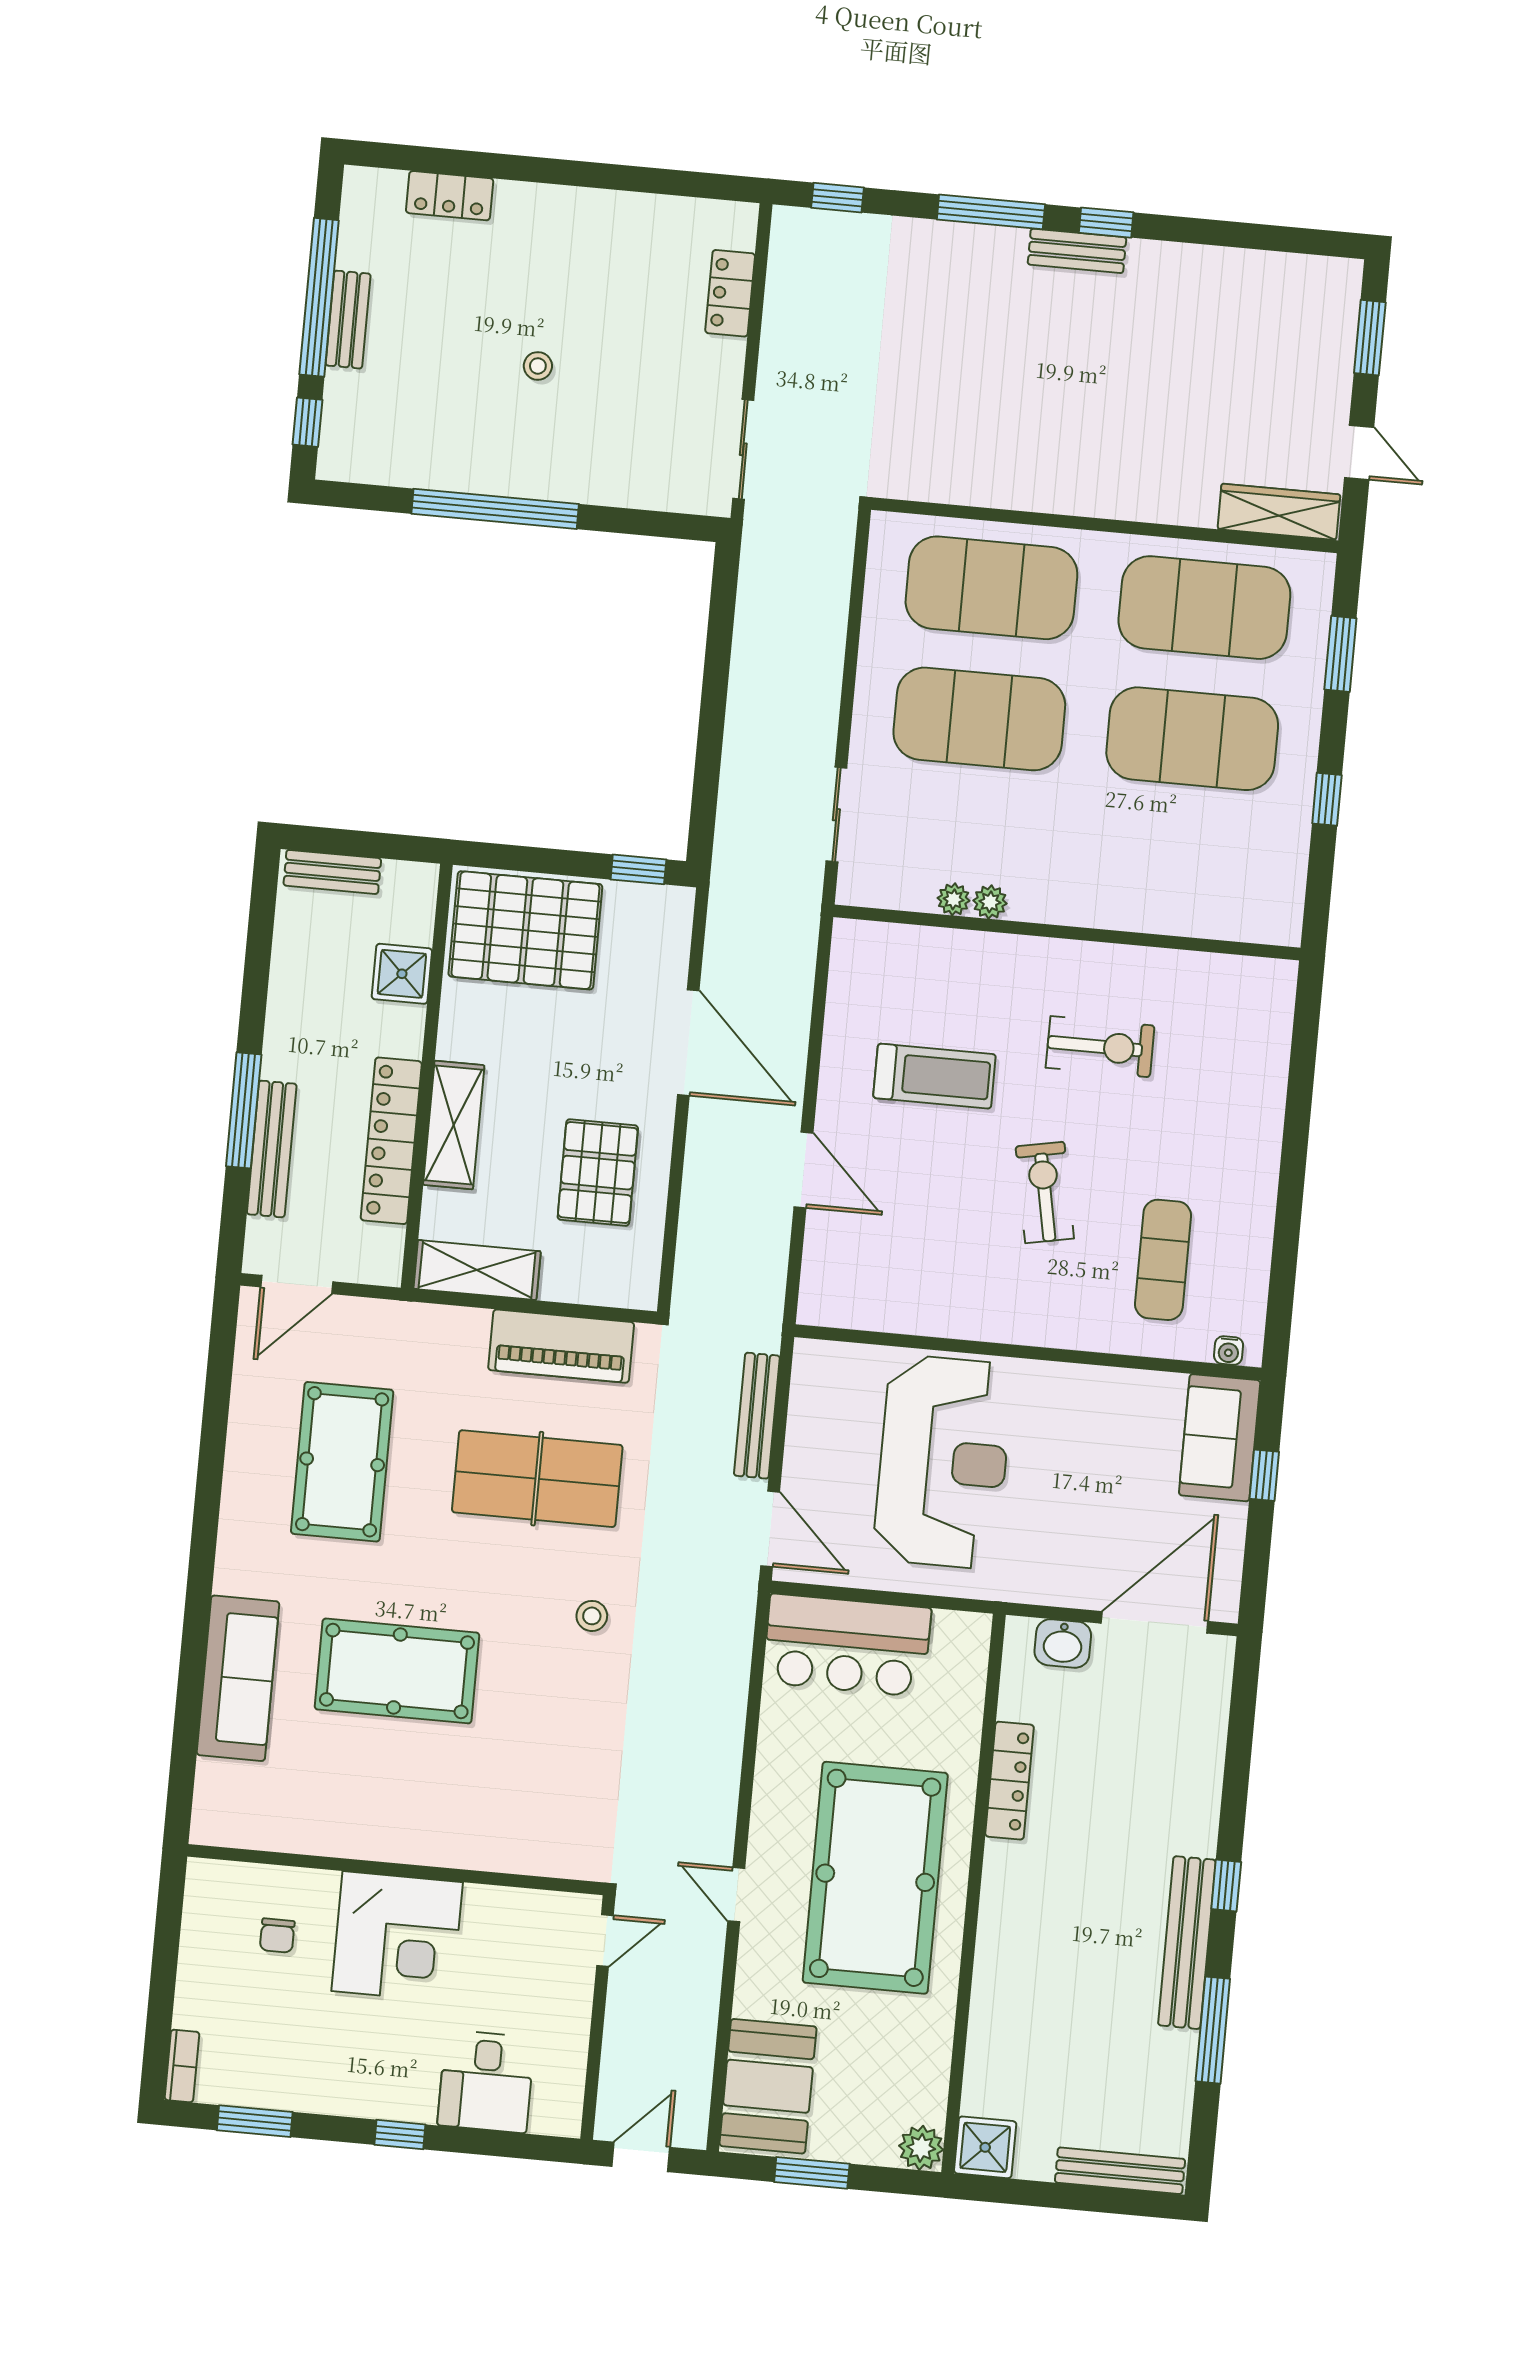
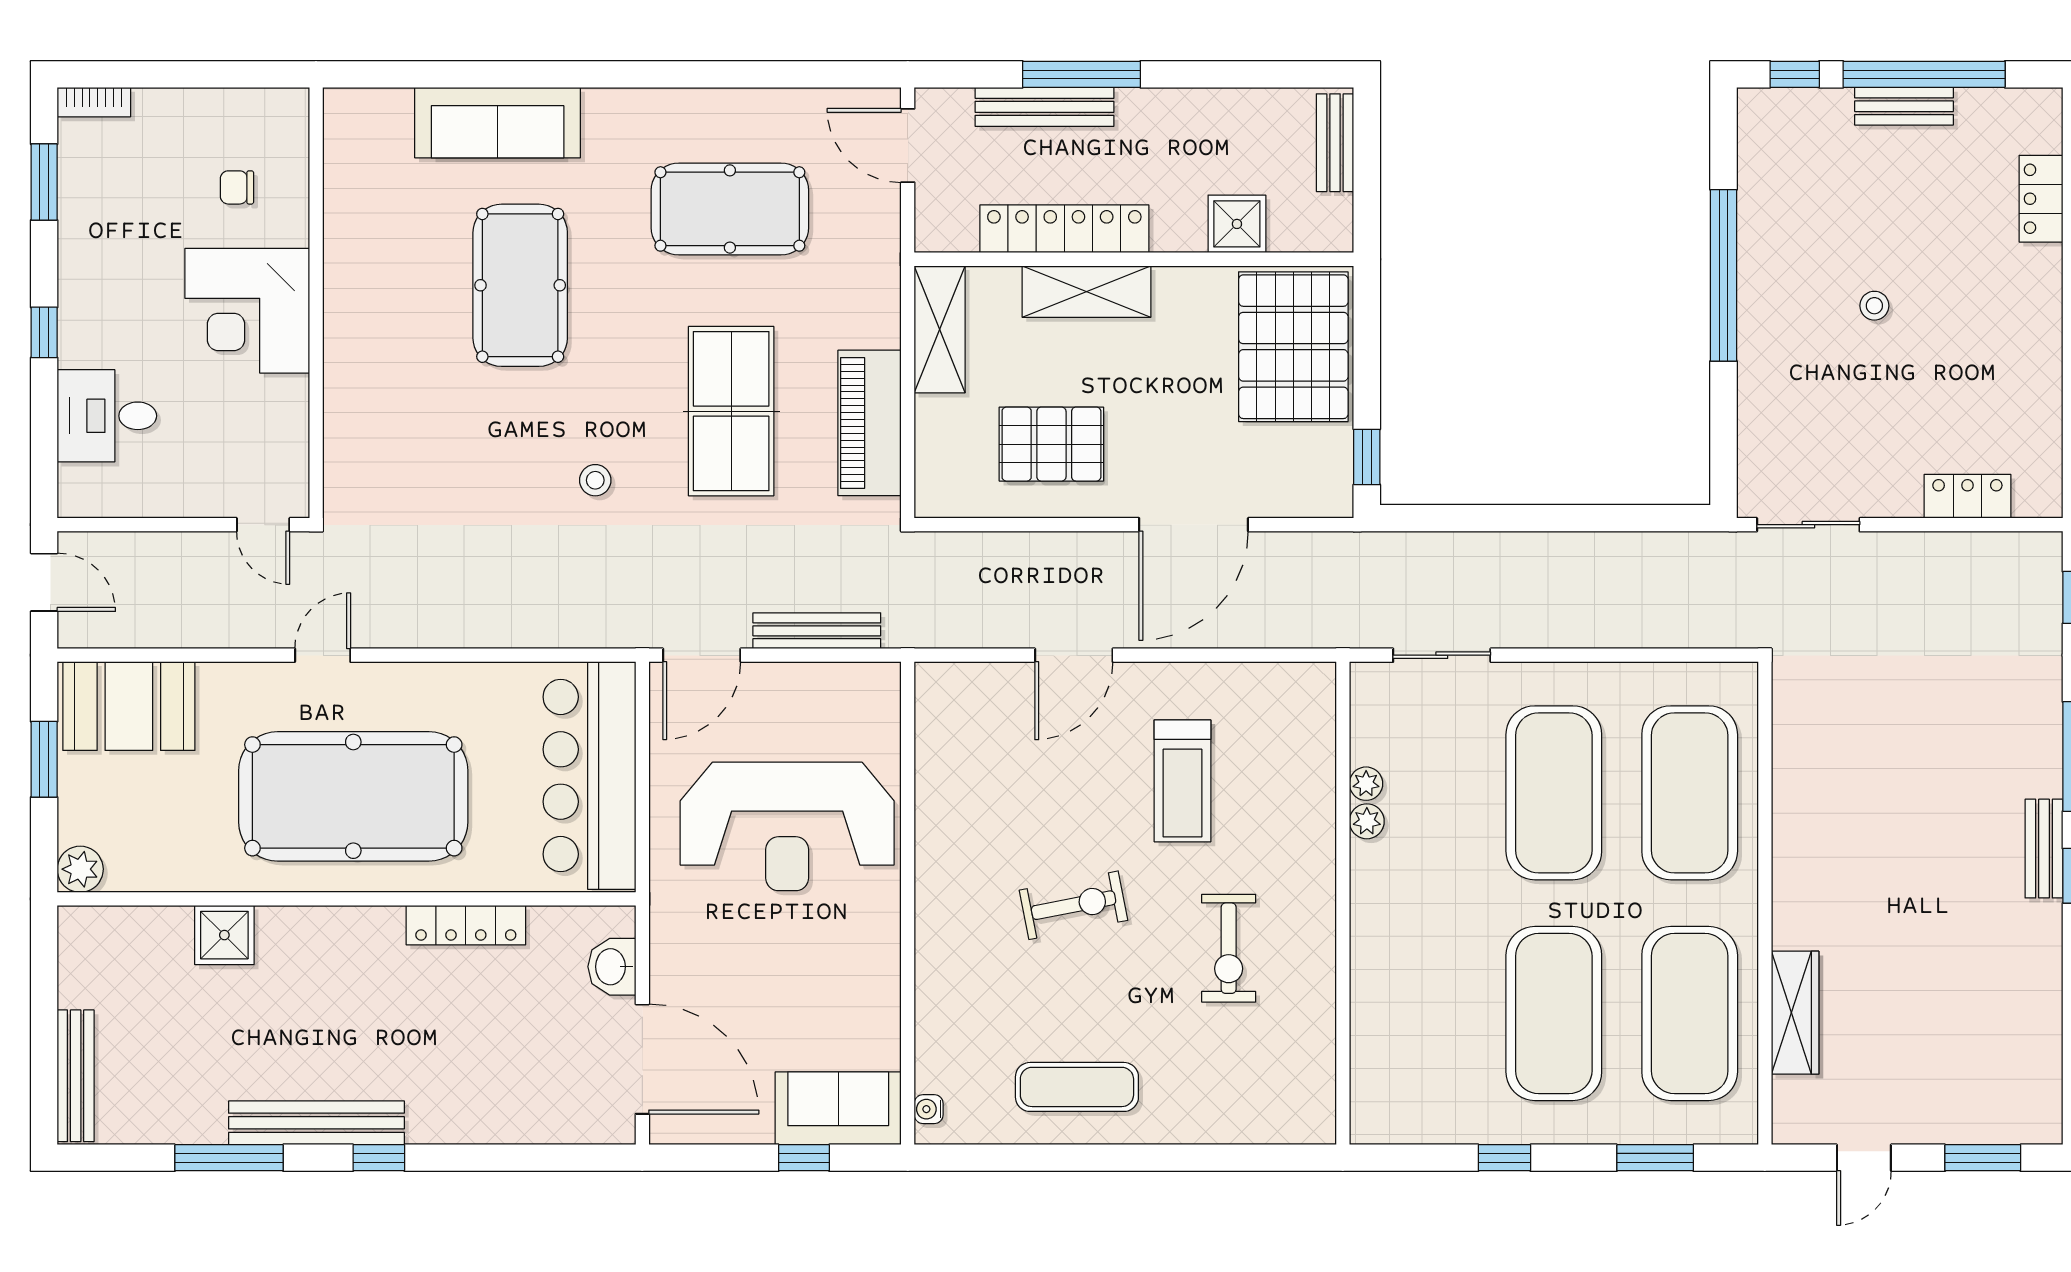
wardrobe: (1279, 512) -> (1795, 1013), moved
exercise mat: (1163, 1260) -> (1077, 1087), moved
bar counter: (847, 1645) -> (589, 776), width x1.36
shower: (985, 2147) -> (224, 935), moved

